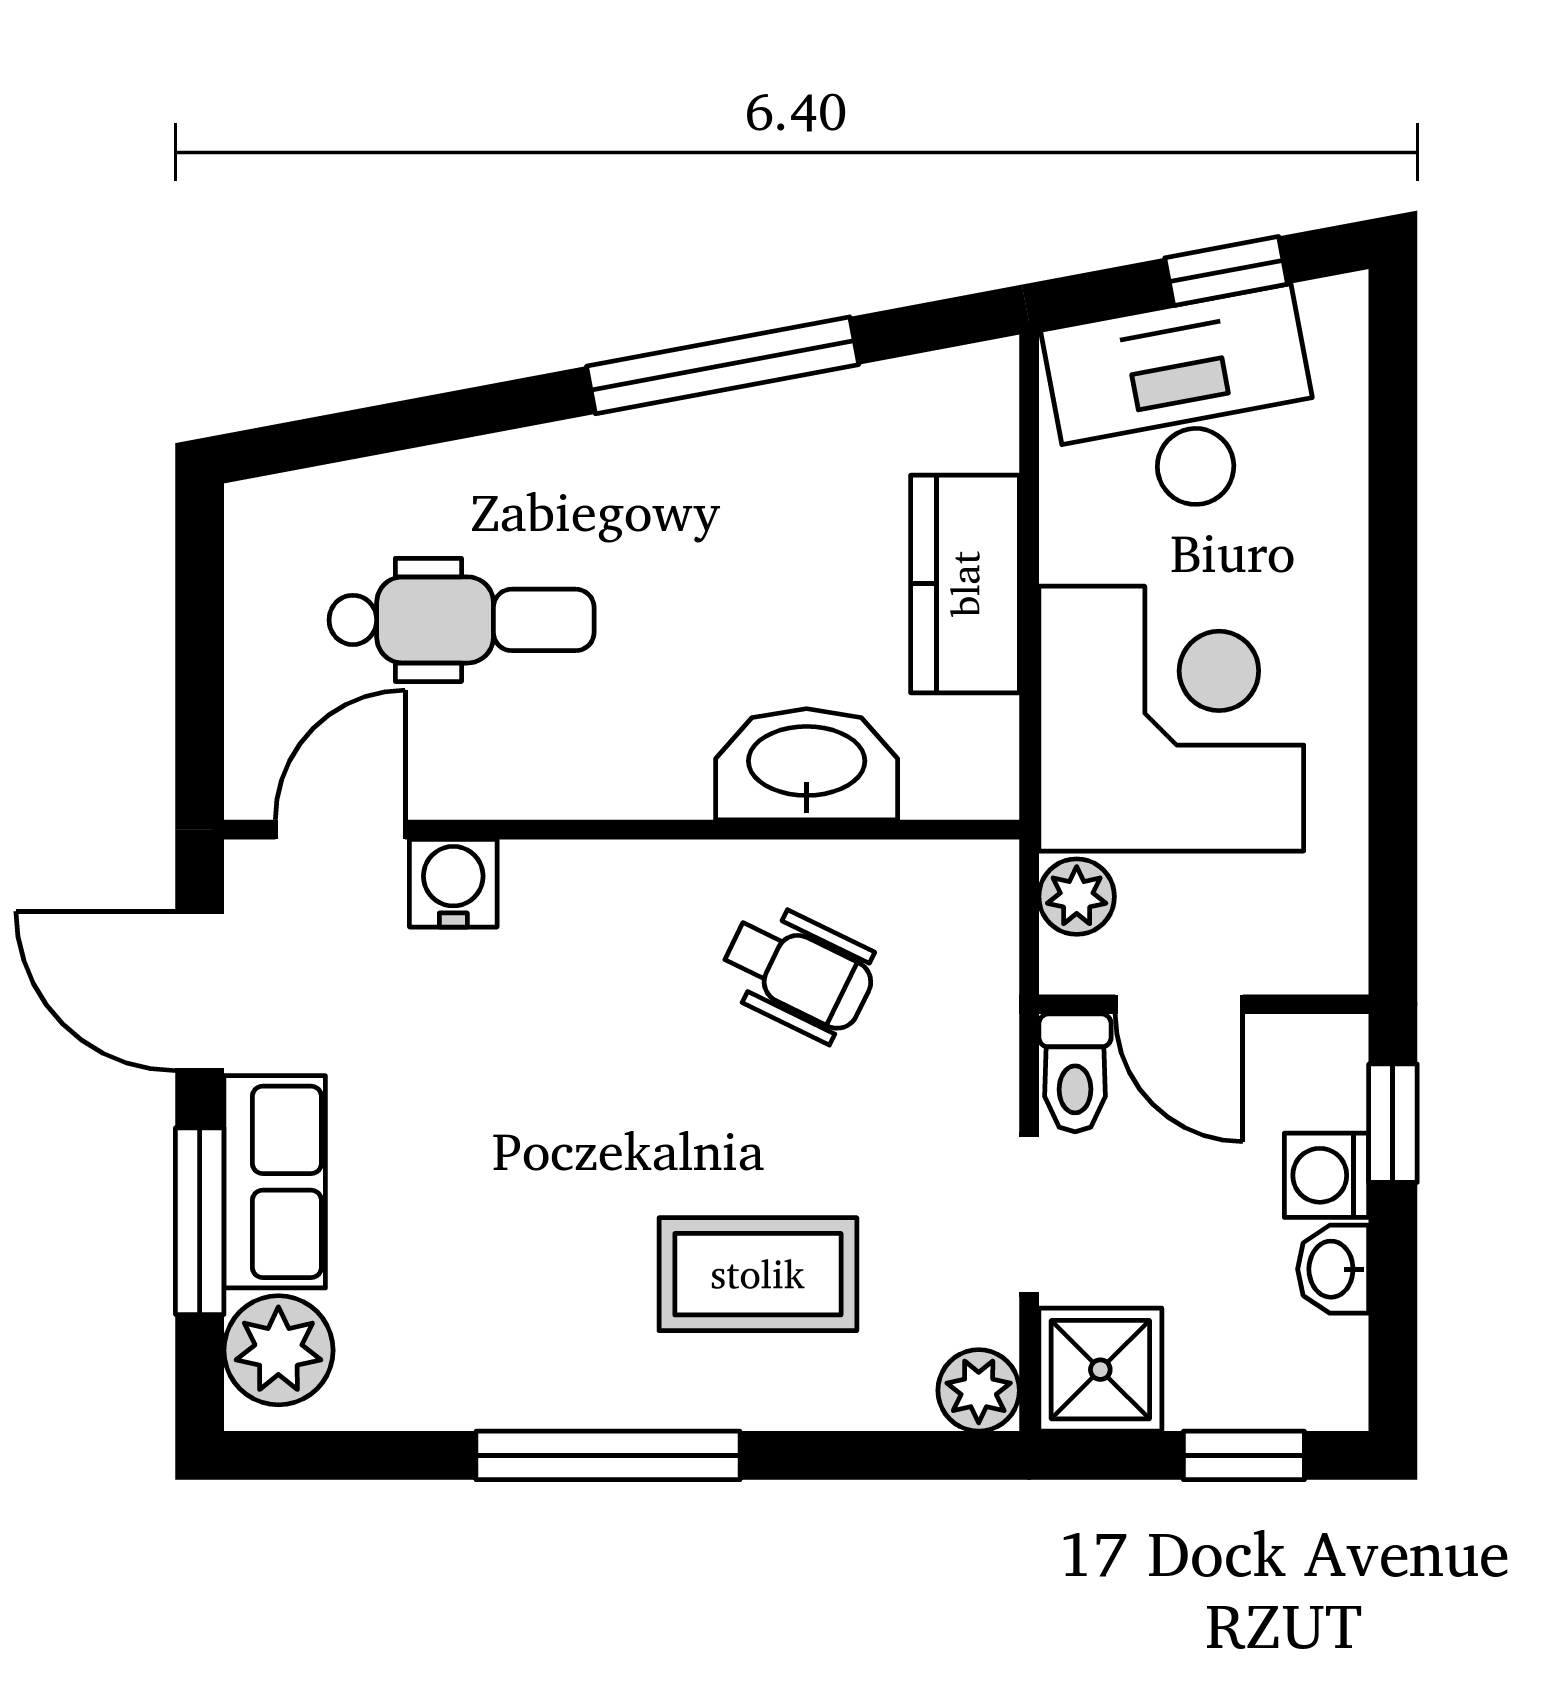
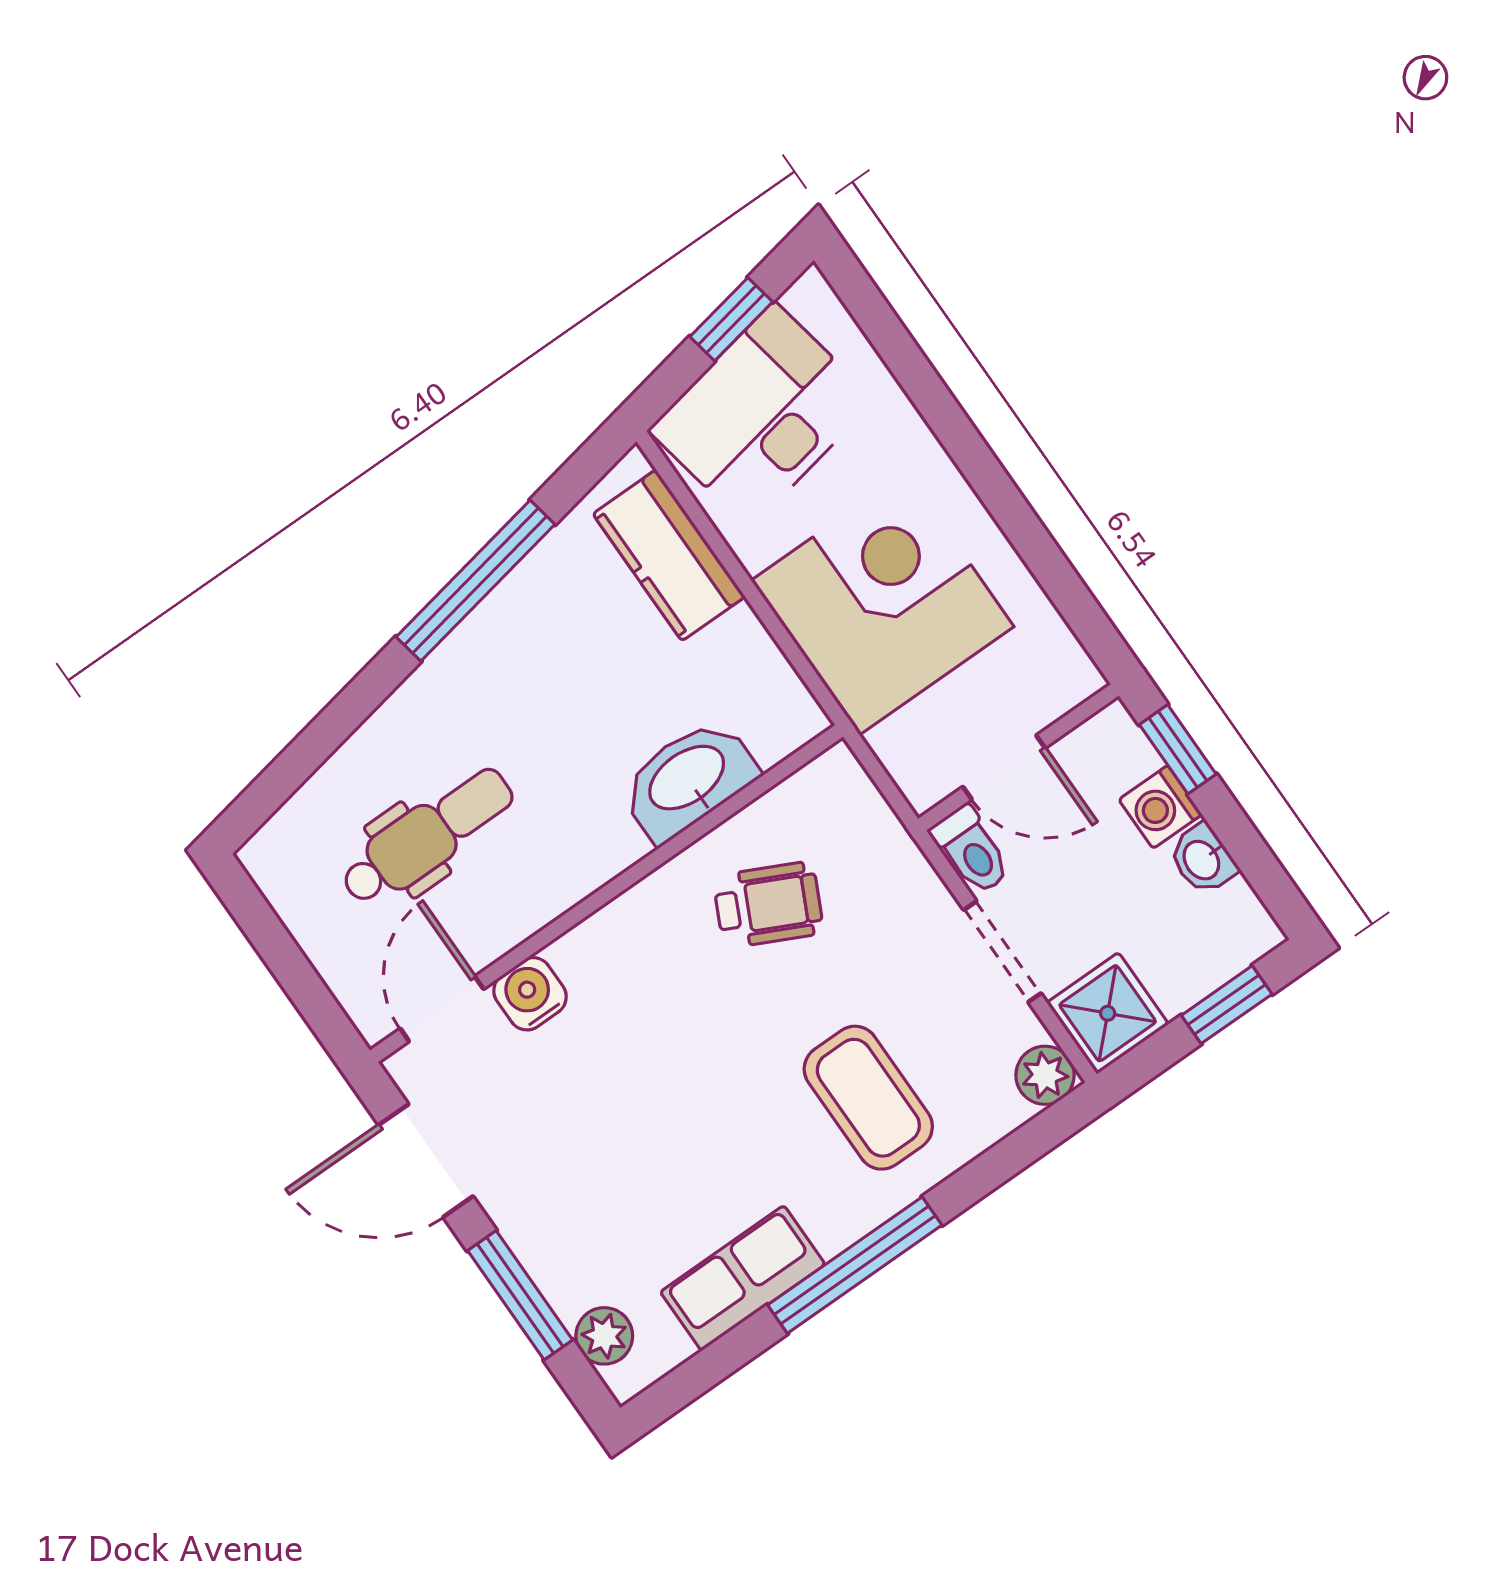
kitchen counter: (965, 584) -> (669, 555), moved
plant: (1077, 897) -> (900, 746), removed
row of seats: (275, 1182) -> (743, 1278), moved, turned -90
coffee table: (758, 1274) -> (868, 1098), turned 90
plant: (278, 1350) -> (604, 1336), width x0.73, depth x0.73

